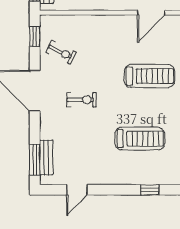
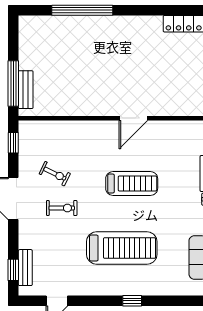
exercise bike: (61, 52) -> (55, 174), moved
treadmill: (140, 139) -> (122, 248), width x1.37, depth x1.38
window: (35, 160) -> (13, 270), width x0.67

